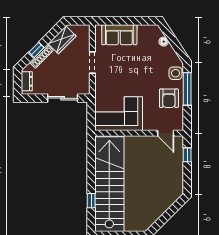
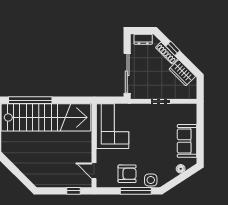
sofa: (119, 35) -> (187, 141), moved
sliding door: (63, 98) -> (127, 73), width x1.37
armchair: (169, 98) -> (127, 174), turned 180
door: (166, 133) -> (94, 171), hinge flipped
window: (91, 201) -> (30, 100), width x3.17

